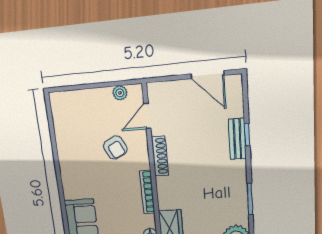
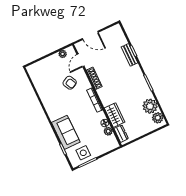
door: (207, 75) -> (90, 35), moved

